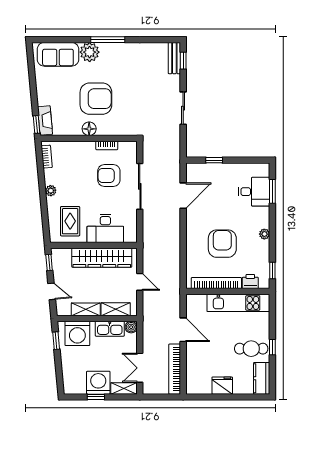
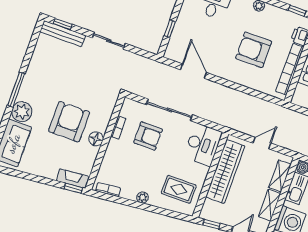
bench: (174, 58) -> (63, 34), width x1.36
armchair: (109, 175) -> (148, 136), turned -90
desk: (105, 228) -> (203, 145), moved

